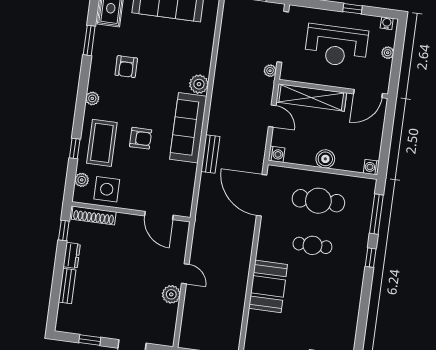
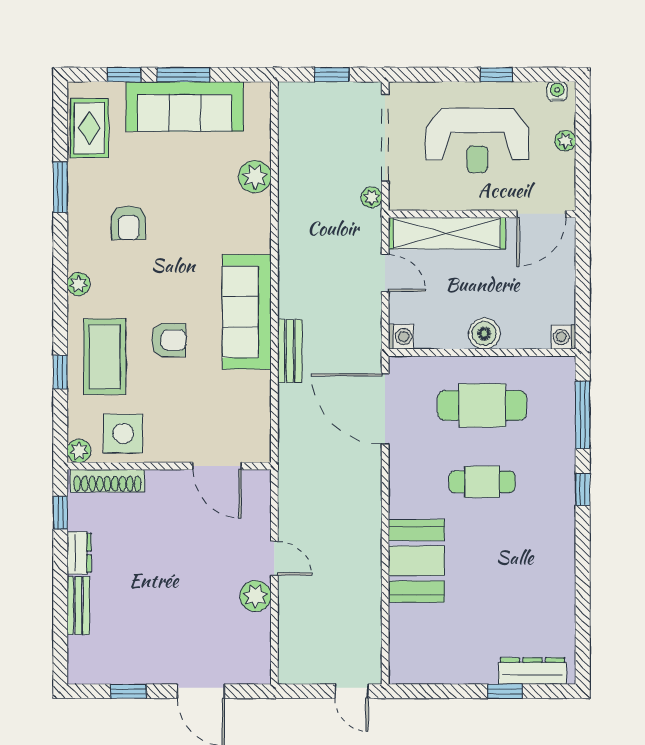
plant: (199, 84) -> (255, 177), moved
plant: (82, 180) -> (79, 451), moved

